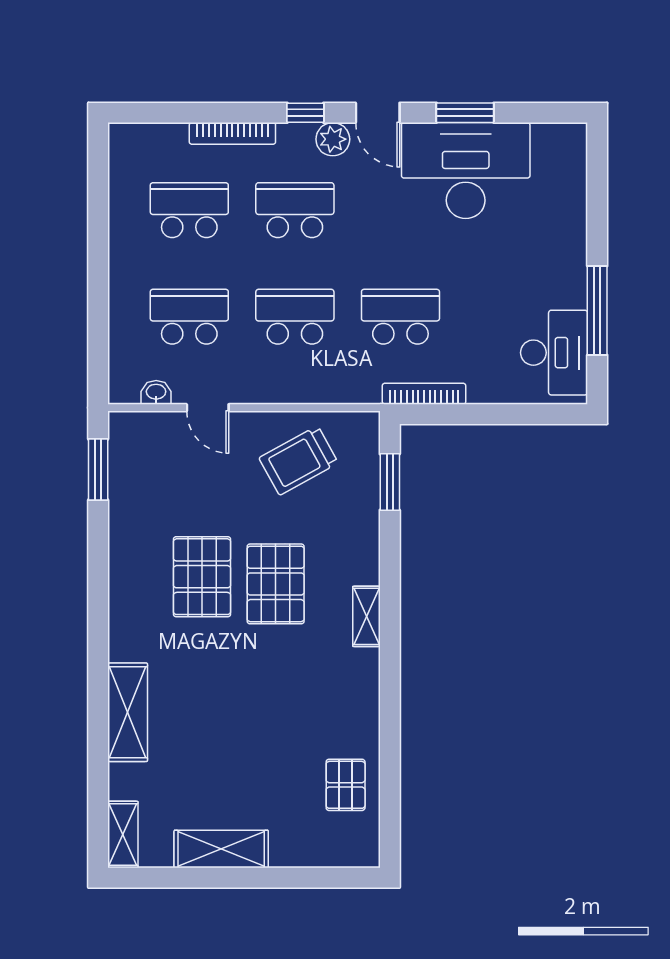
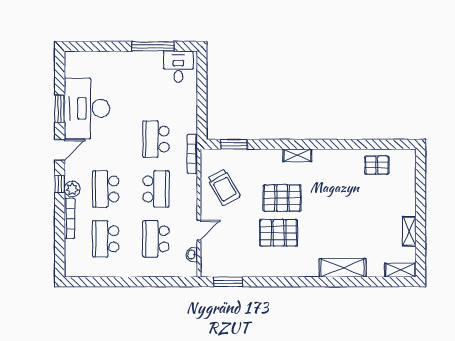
plant: (333, 139) -> (72, 189), moved
school desk: (295, 317) -> (156, 189), turned 180
desk: (554, 353) -> (178, 67), width x0.73
bookcase: (424, 394) -> (192, 154), moved
shelving: (221, 849) -> (409, 231), width x0.67, depth x0.75

